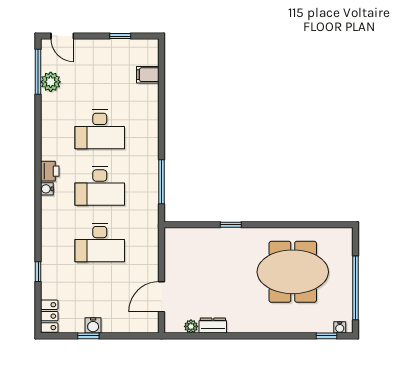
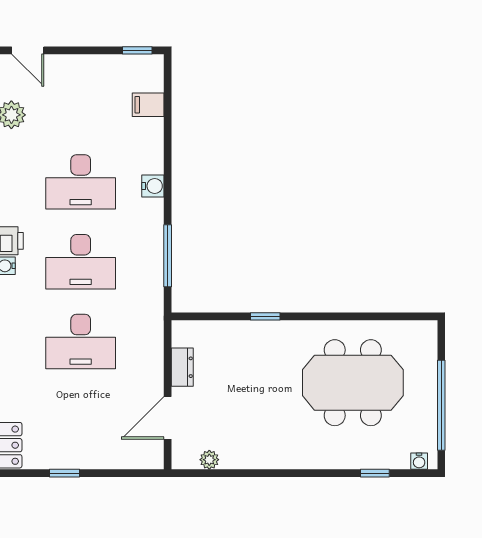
window: (120, 36) -> (137, 50), moved
water cooler: (93, 325) -> (153, 186), moved, turned -90
dresser: (213, 326) -> (182, 367), moved, turned 90
window: (327, 336) -> (375, 473), moved

